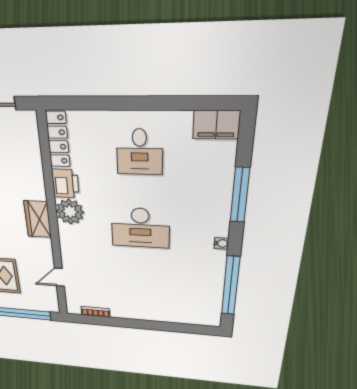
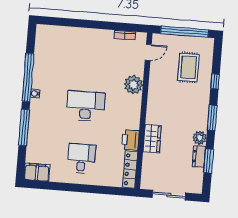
plant: (70, 212) -> (133, 85), moved
wardrobe: (38, 219) -> (152, 139), moved
door: (59, 277) -> (148, 52), moved
window: (231, 286) -> (28, 78), moved

